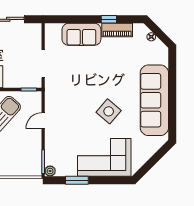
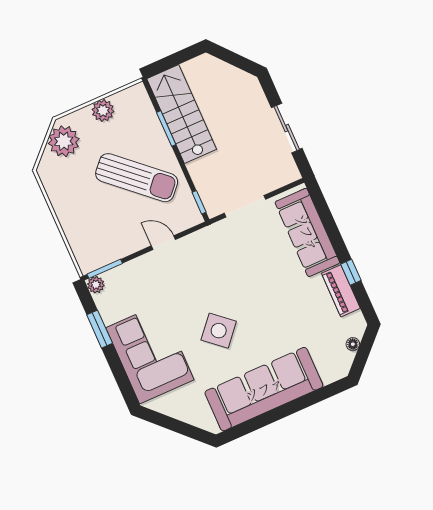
sofa: (81, 34) -> (307, 232), width x1.36

